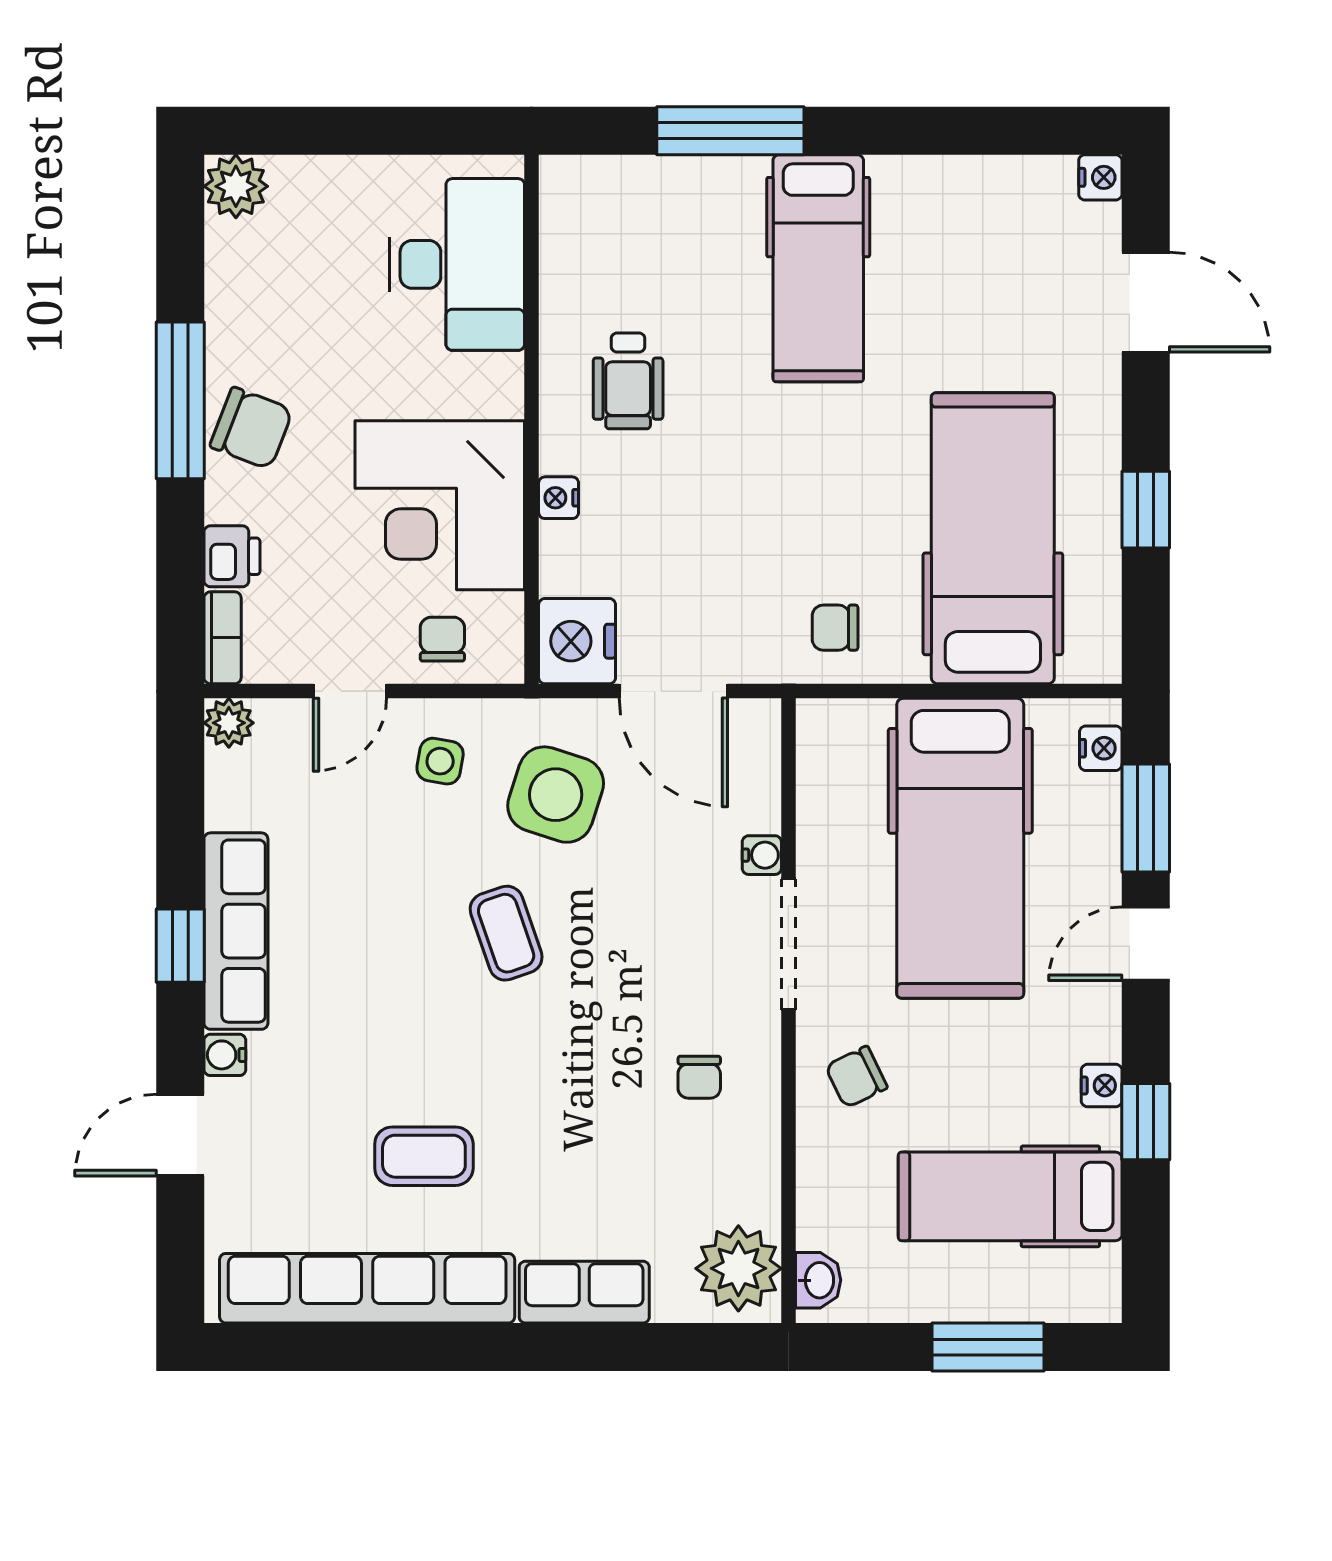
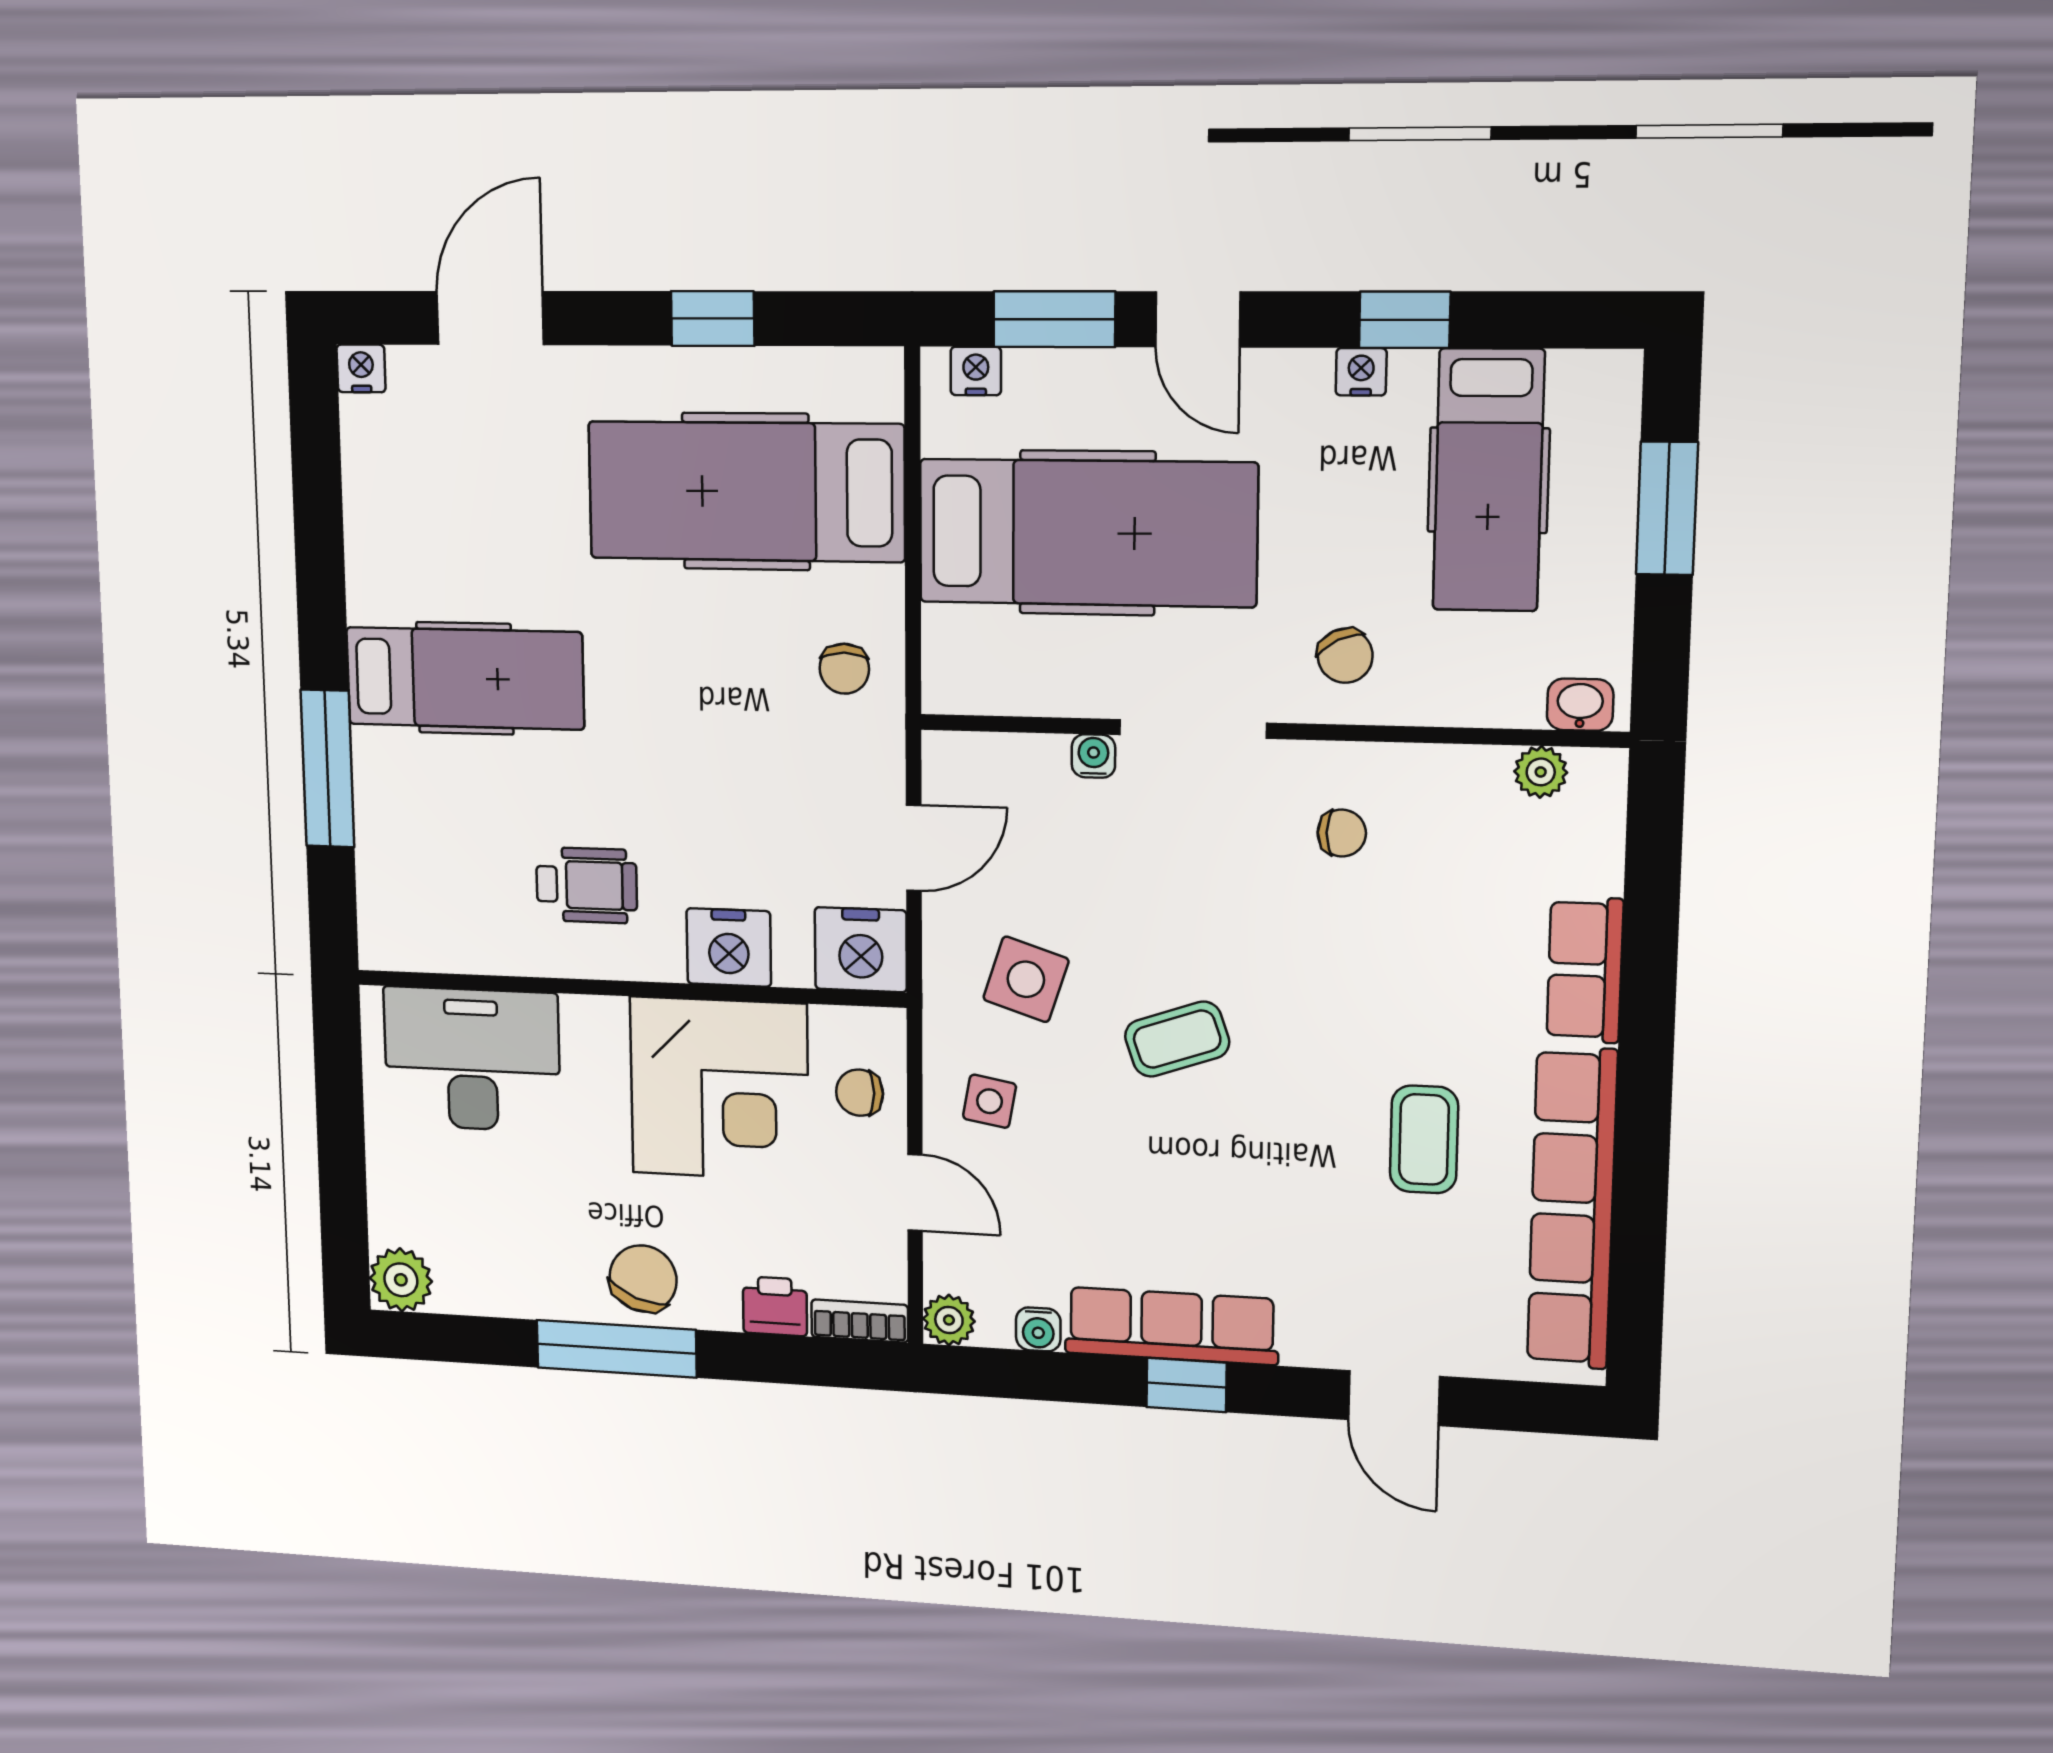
nightstand: (559, 498) -> (729, 947), width x1.89, depth x1.79
door: (673, 691) -> (914, 848), width x0.73
side table: (556, 795) -> (1026, 979), width x0.73, depth x0.73
water cooler: (225, 1055) -> (1038, 1329), moved
plant: (738, 1268) -> (1541, 772), width x0.53, depth x0.53

